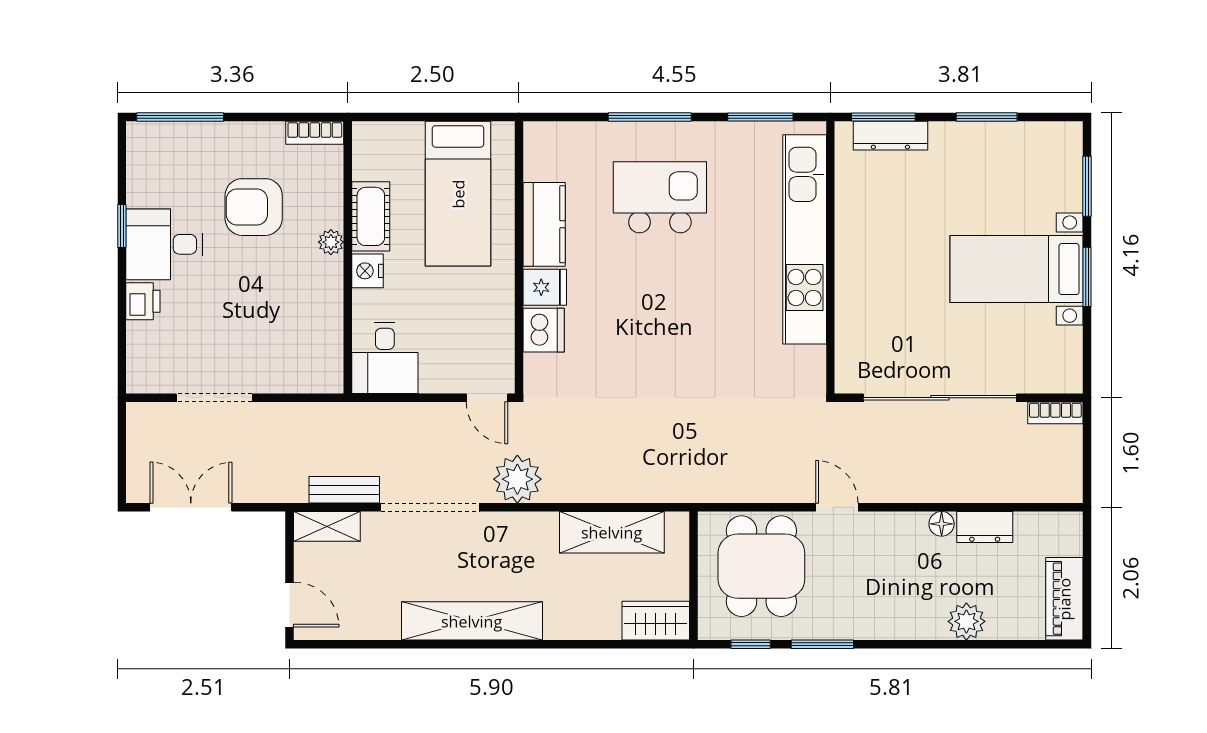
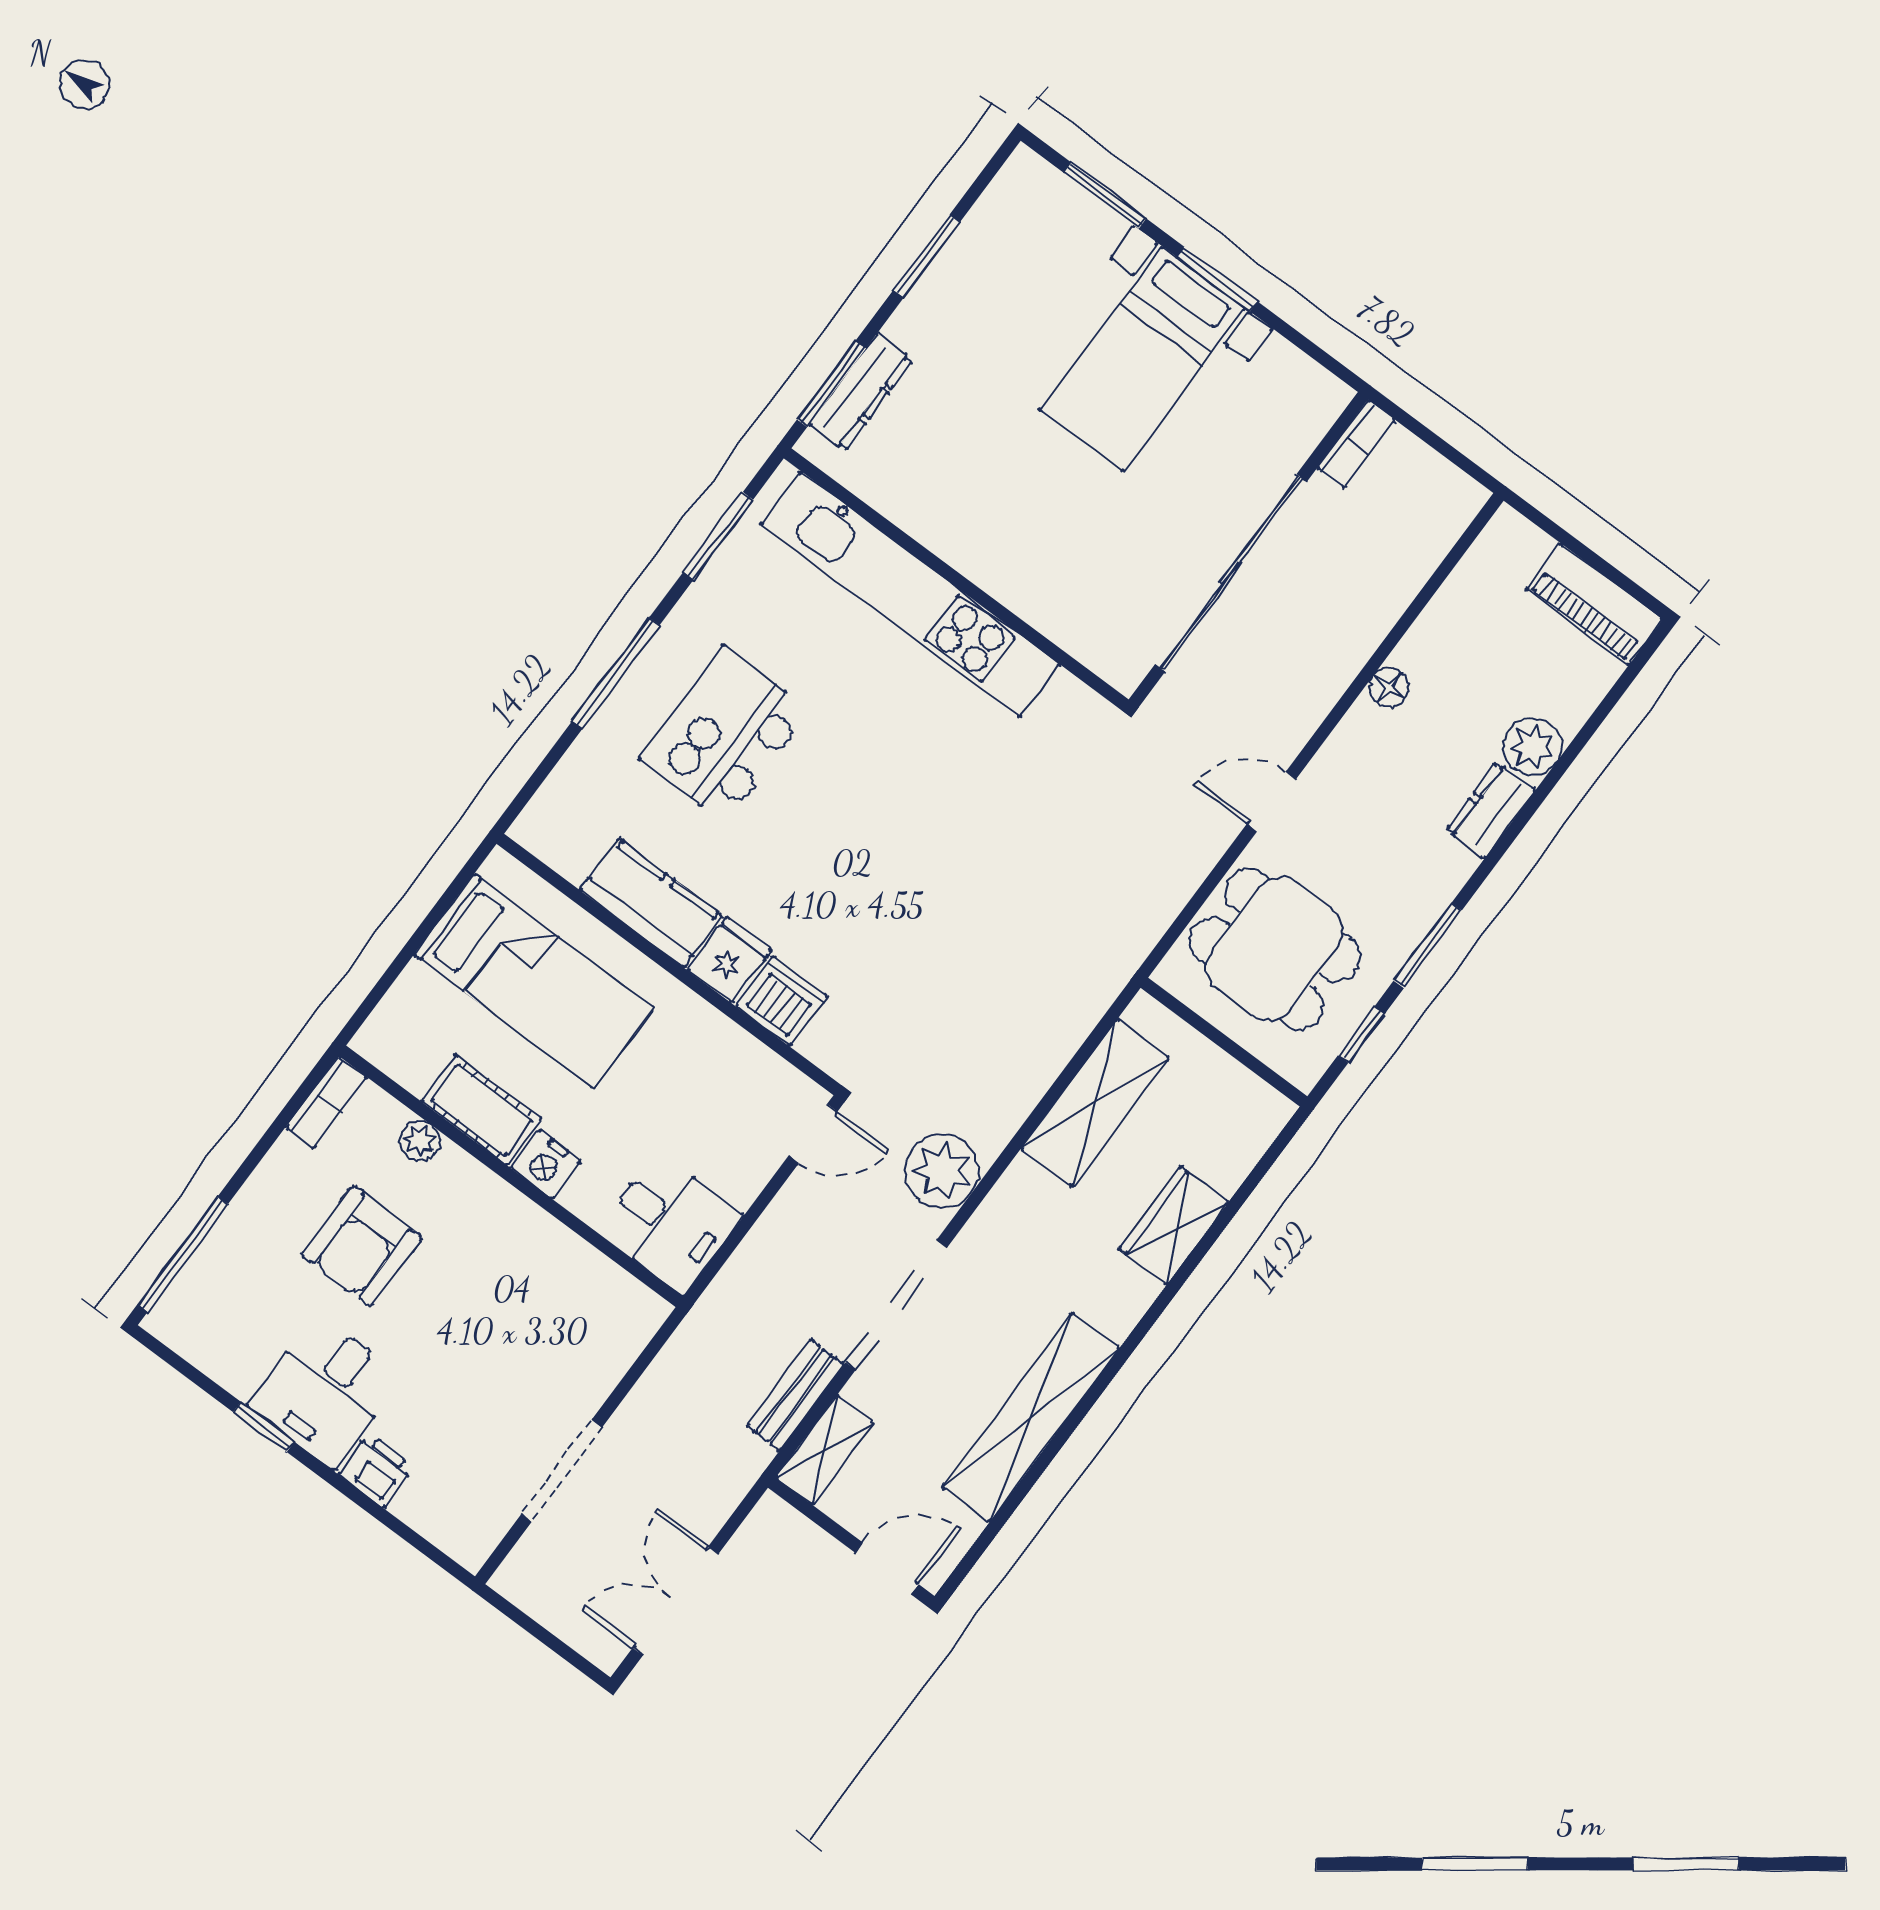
plant: (331, 242) -> (420, 1141), moved
dresser: (985, 527) -> (1491, 810), moved, turned 180
shelving: (472, 621) -> (1031, 1417), moved
wardrobe: (656, 621) -> (1174, 1226), moved

